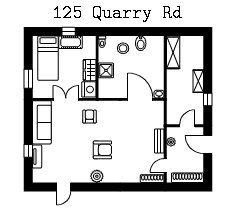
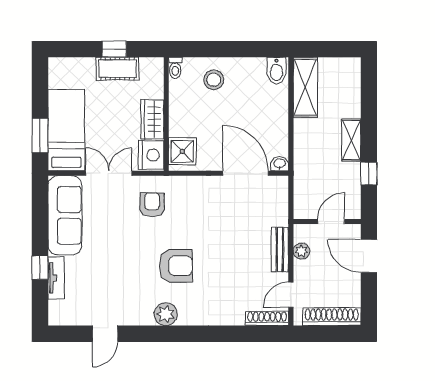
bidet: (141, 43) -> (276, 71), moved
bed: (48, 58) -> (66, 130), moved, turned 180
shower: (106, 70) -> (182, 151), moved

